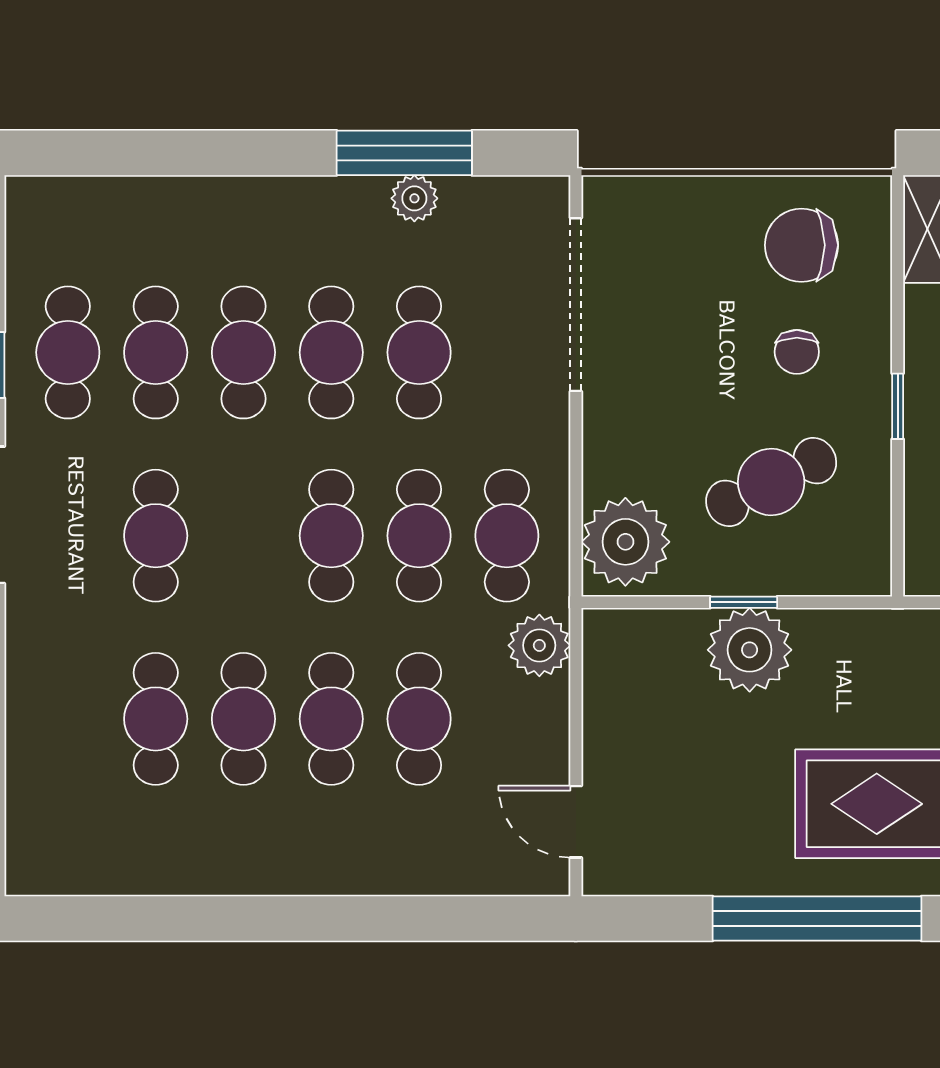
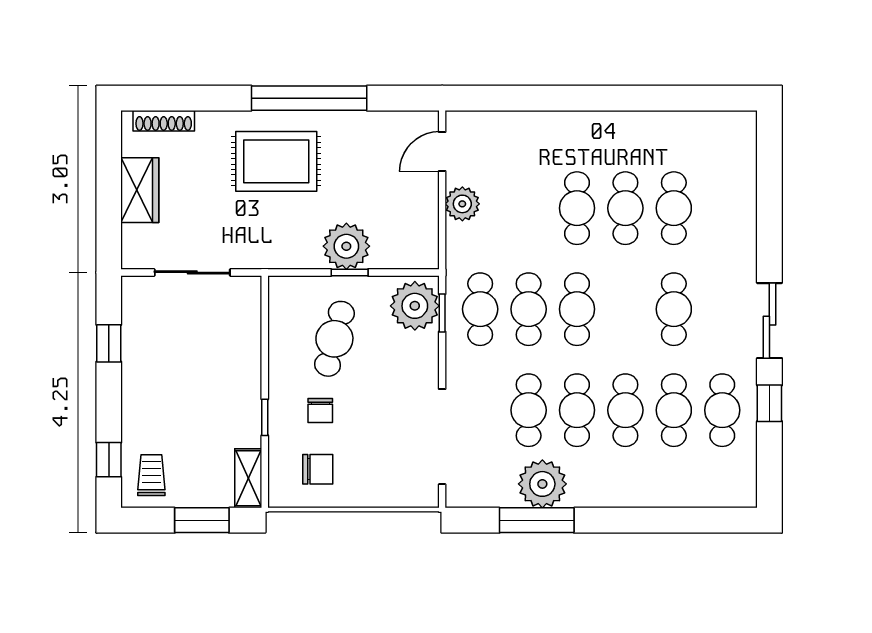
plant: (414, 198) -> (542, 484), width x1.88, depth x1.88
chair: (801, 245) -> (318, 469), width x0.73, depth x0.73
chair: (797, 352) -> (320, 411), turned 180
window: (898, 406) -> (265, 417), moved
cafe table: (771, 482) -> (334, 339), turned -49
window: (576, 529) -> (442, 313), added
plant: (539, 645) -> (462, 204), moved
cafe table: (419, 719) -> (529, 208), removed
door: (576, 822) -> (442, 152), swing flipped

